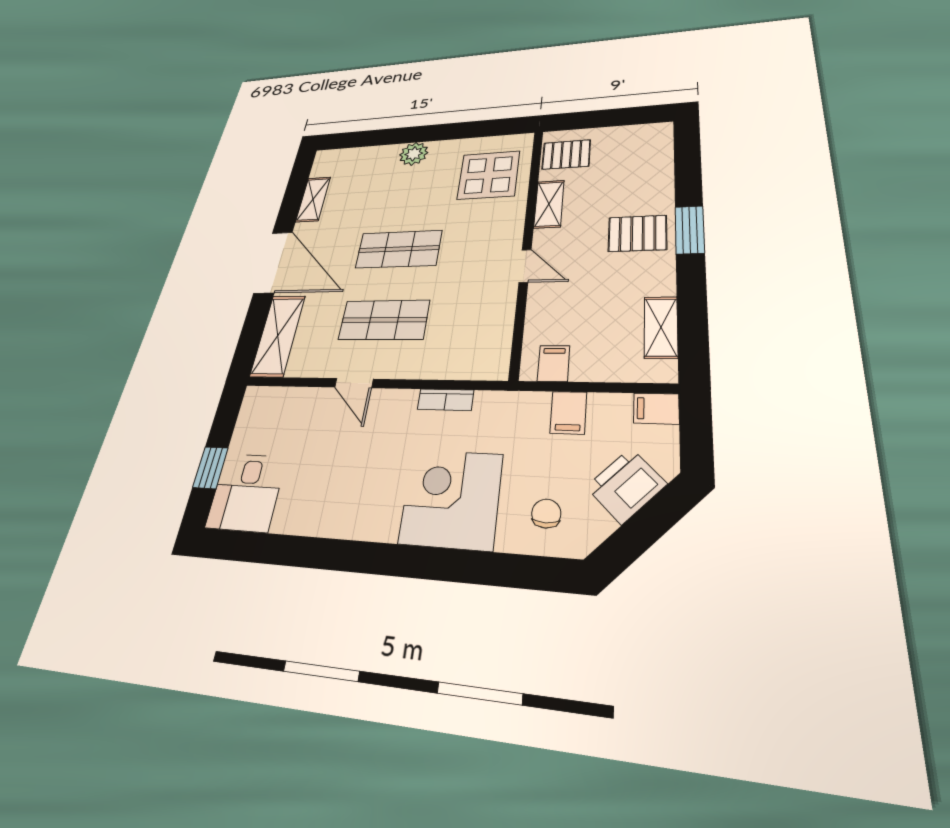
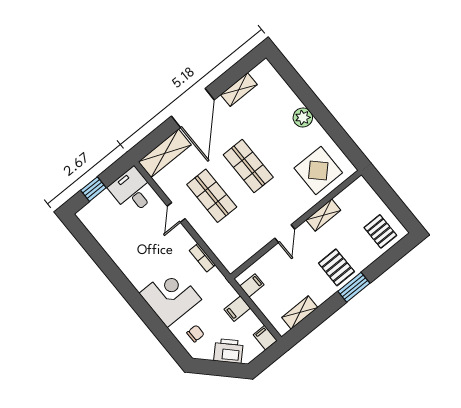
pallet: (566, 155) -> (380, 231), moved
desk: (246, 492) -> (132, 191), moved, turned 90

